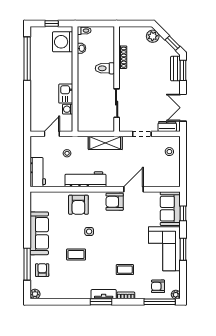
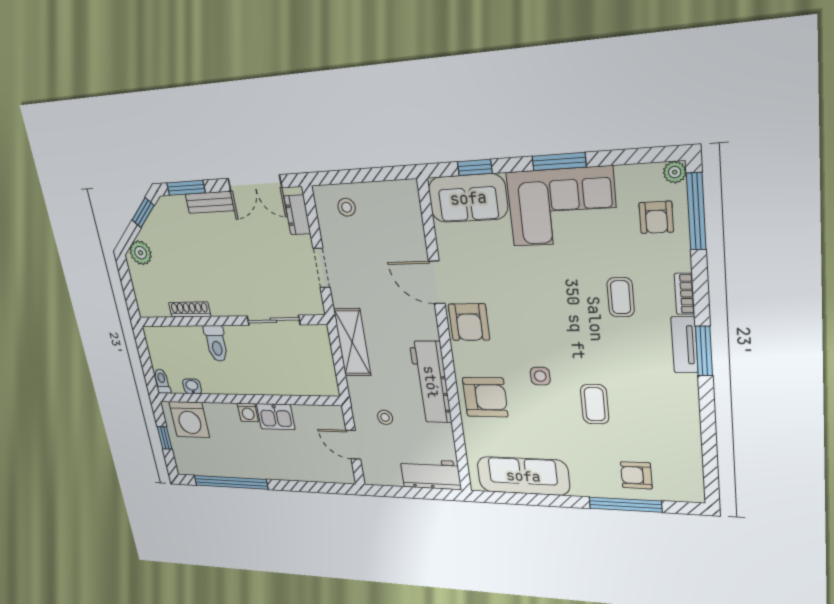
bench: (175, 69) -> (210, 202), moved
washing machine: (68, 109) -> (248, 412), moved
sofa: (39, 233) -> (523, 476), moved
plant: (35, 294) -> (693, 493), removed

